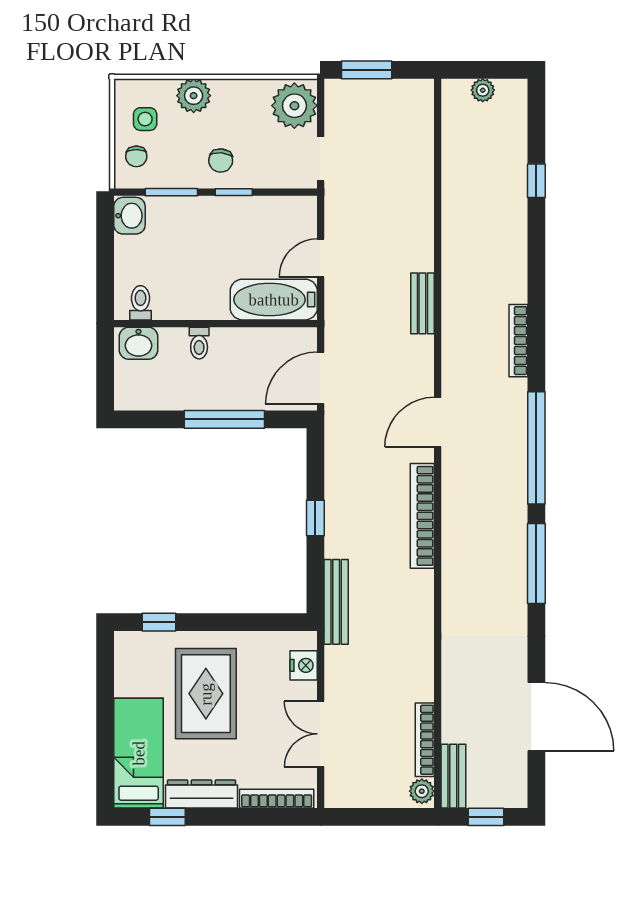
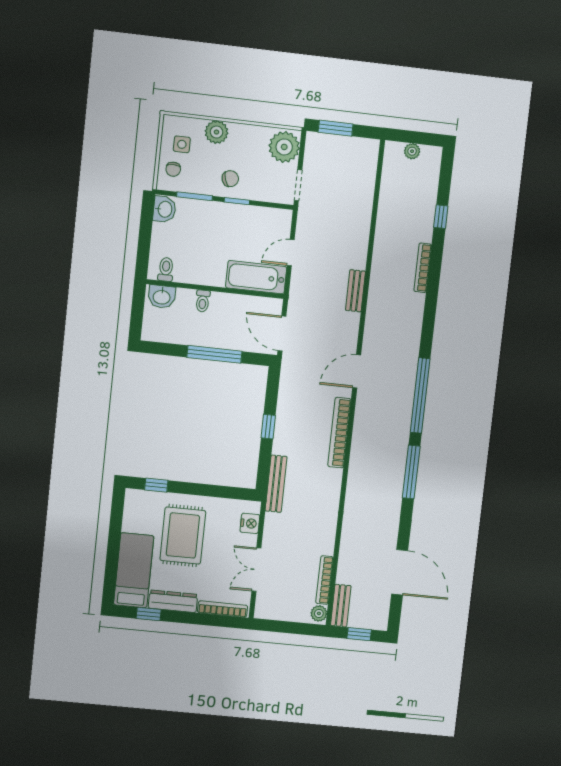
chair: (221, 161) -> (230, 179), turned -114
bookcase: (518, 341) -> (423, 268), moved
door: (321, 378) -> (282, 333), hinge flipped

